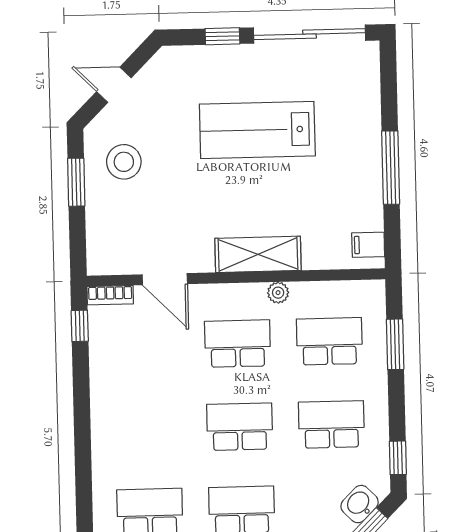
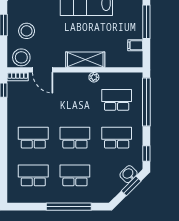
stool: (124, 162) -> (27, 31), moved
filing cabinet: (368, 245) -> (135, 45), moved
stool: (117, 253) -> (21, 57), added
school desk: (238, 344) -> (33, 138), moved
window: (395, 344) -> (146, 102), width x2.11

